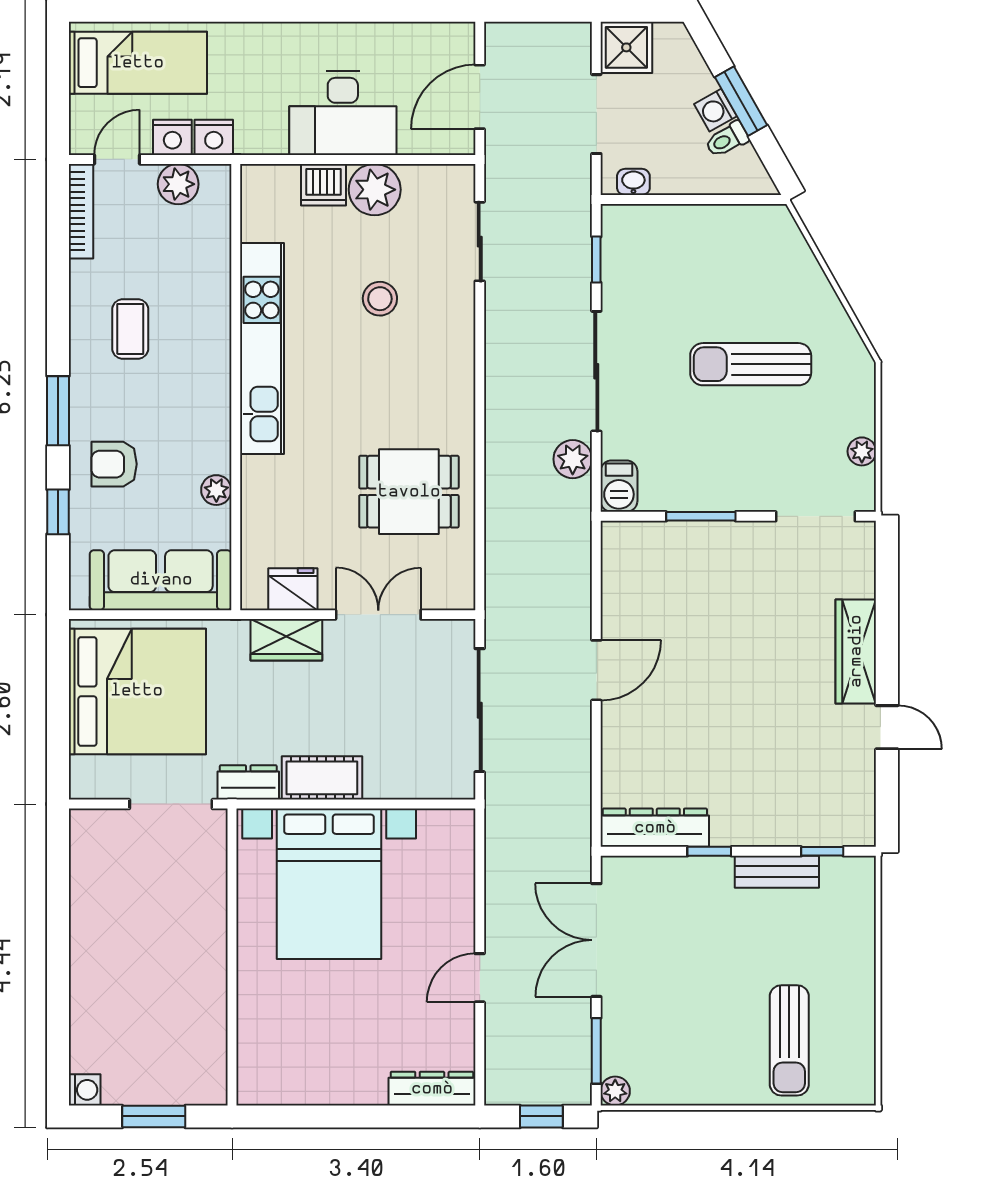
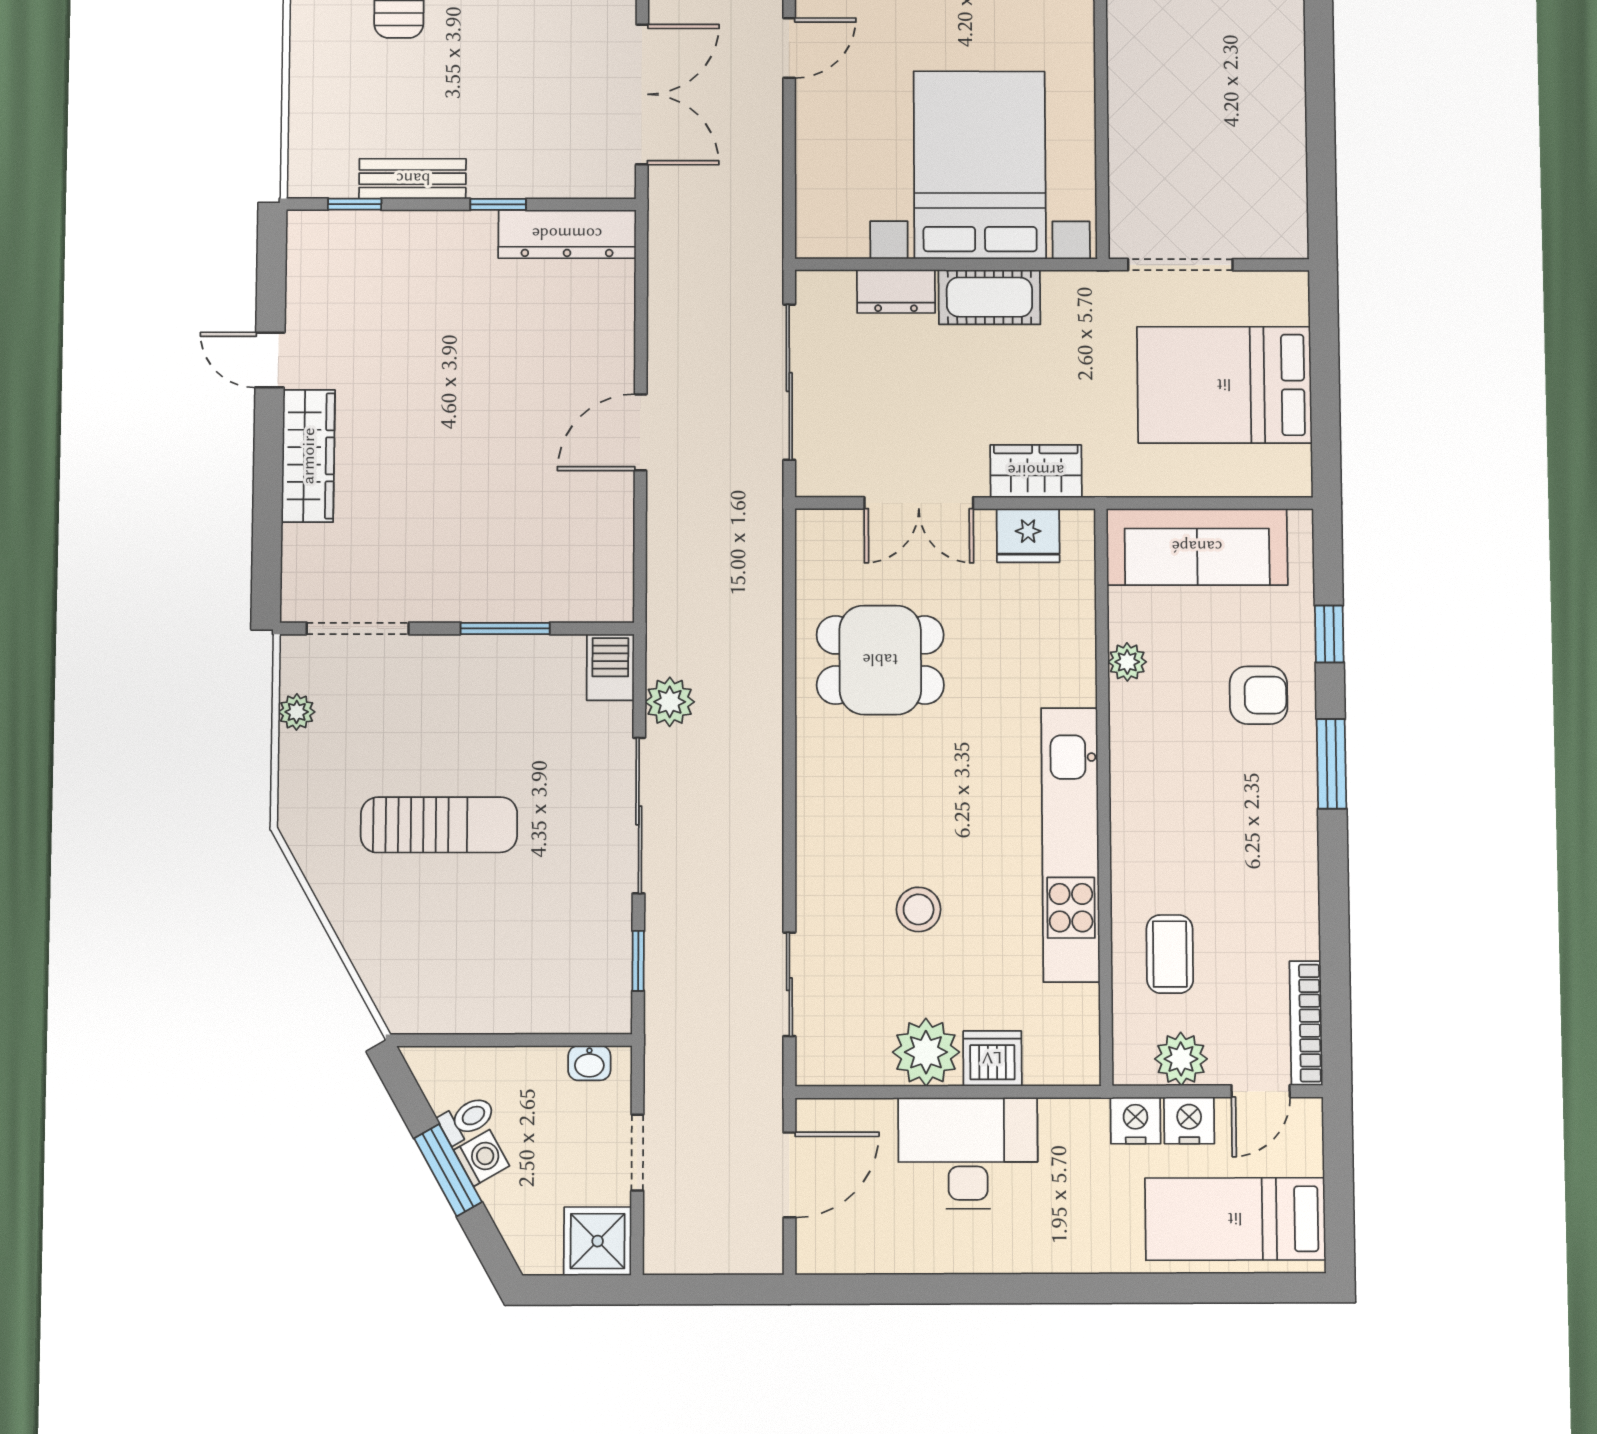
doorway: (596, 114) -> (637, 1153), width x0.73
coffee table: (130, 329) -> (1170, 954), moved
bed: (137, 691) -> (1224, 385), width x0.73
dresser: (248, 782) -> (896, 291), moved

